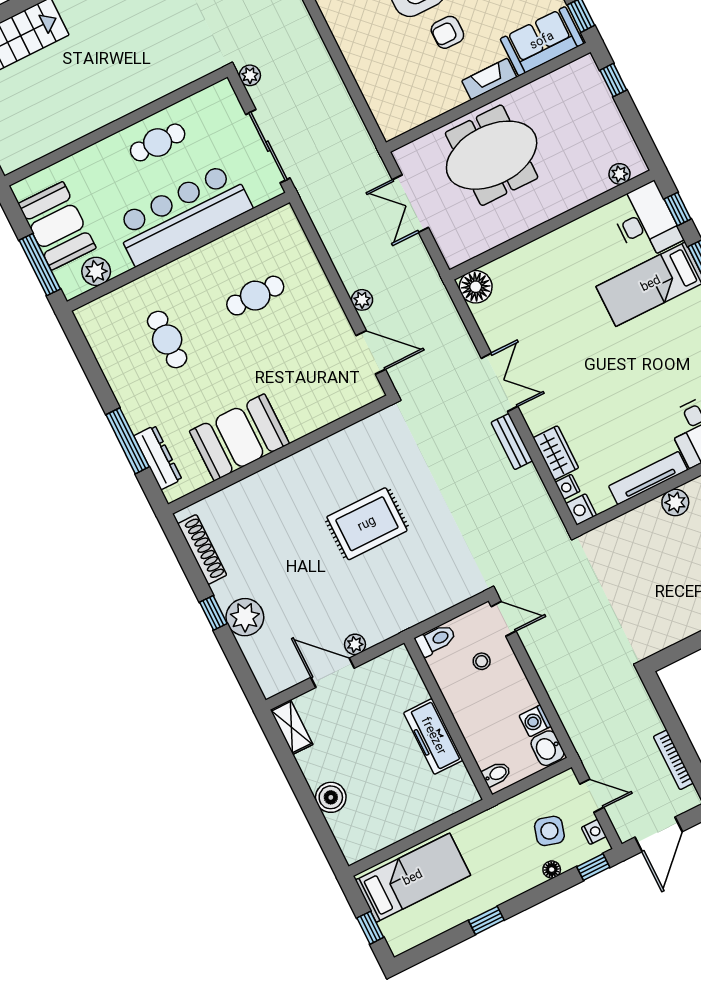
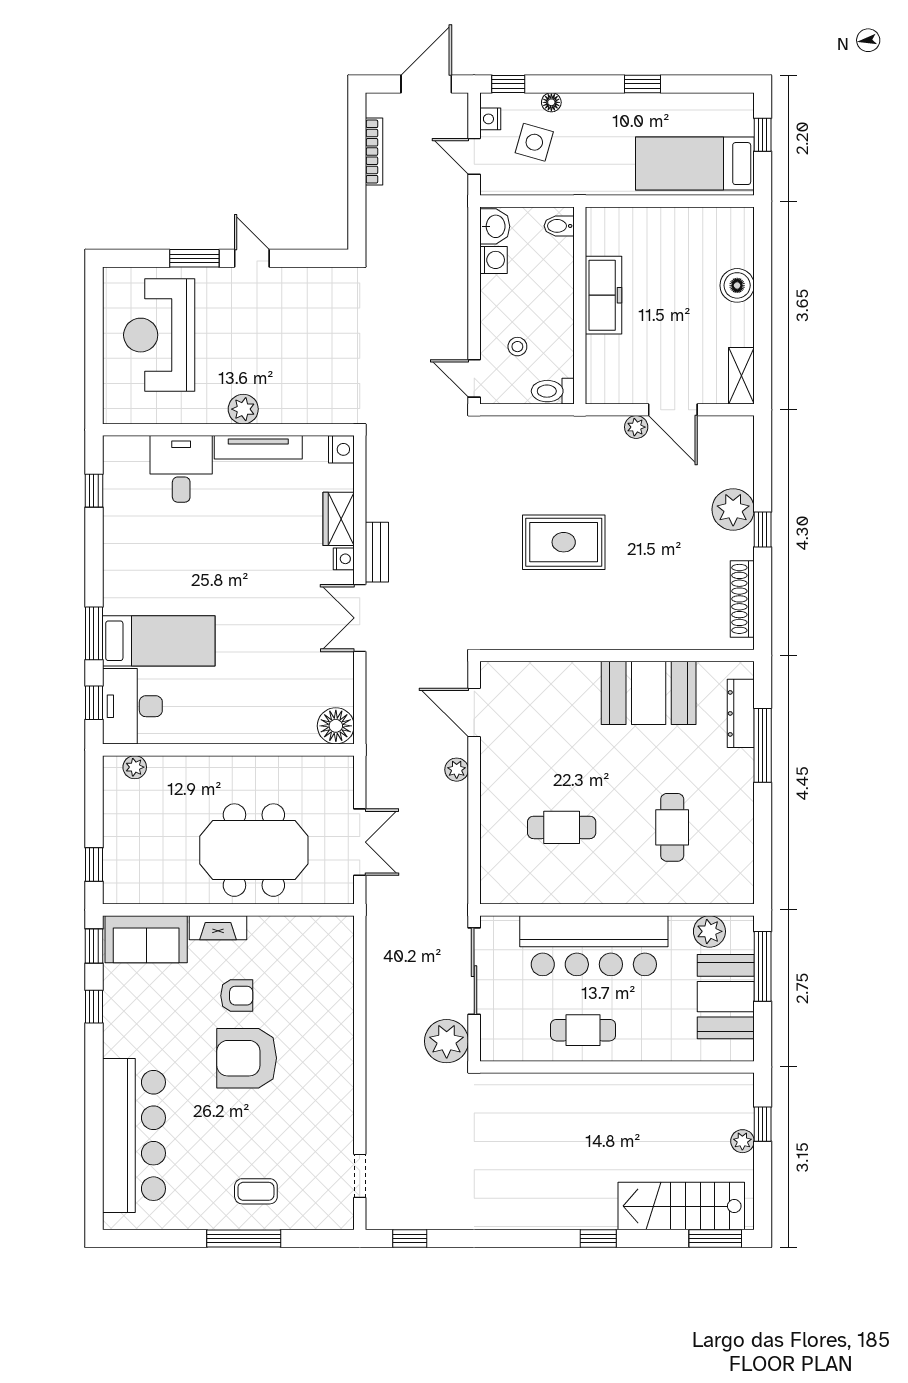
plant: (250, 75) -> (447, 1041), width x1.87, depth x1.87
nightstand: (568, 487) -> (344, 559), moved

